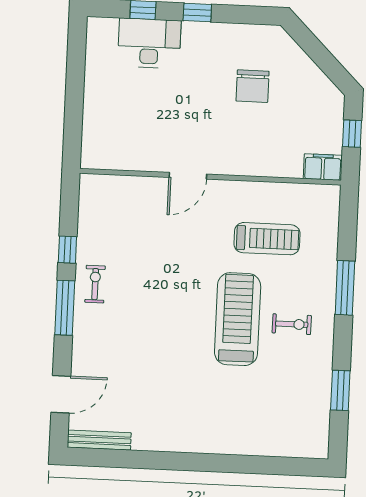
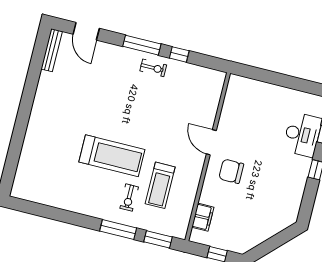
chair: (253, 86) -> (231, 171), moved
filing cabinet: (323, 167) -> (203, 217), moved
exercise bike: (292, 324) -> (129, 198), moved
window: (340, 390) -> (158, 239), moved

